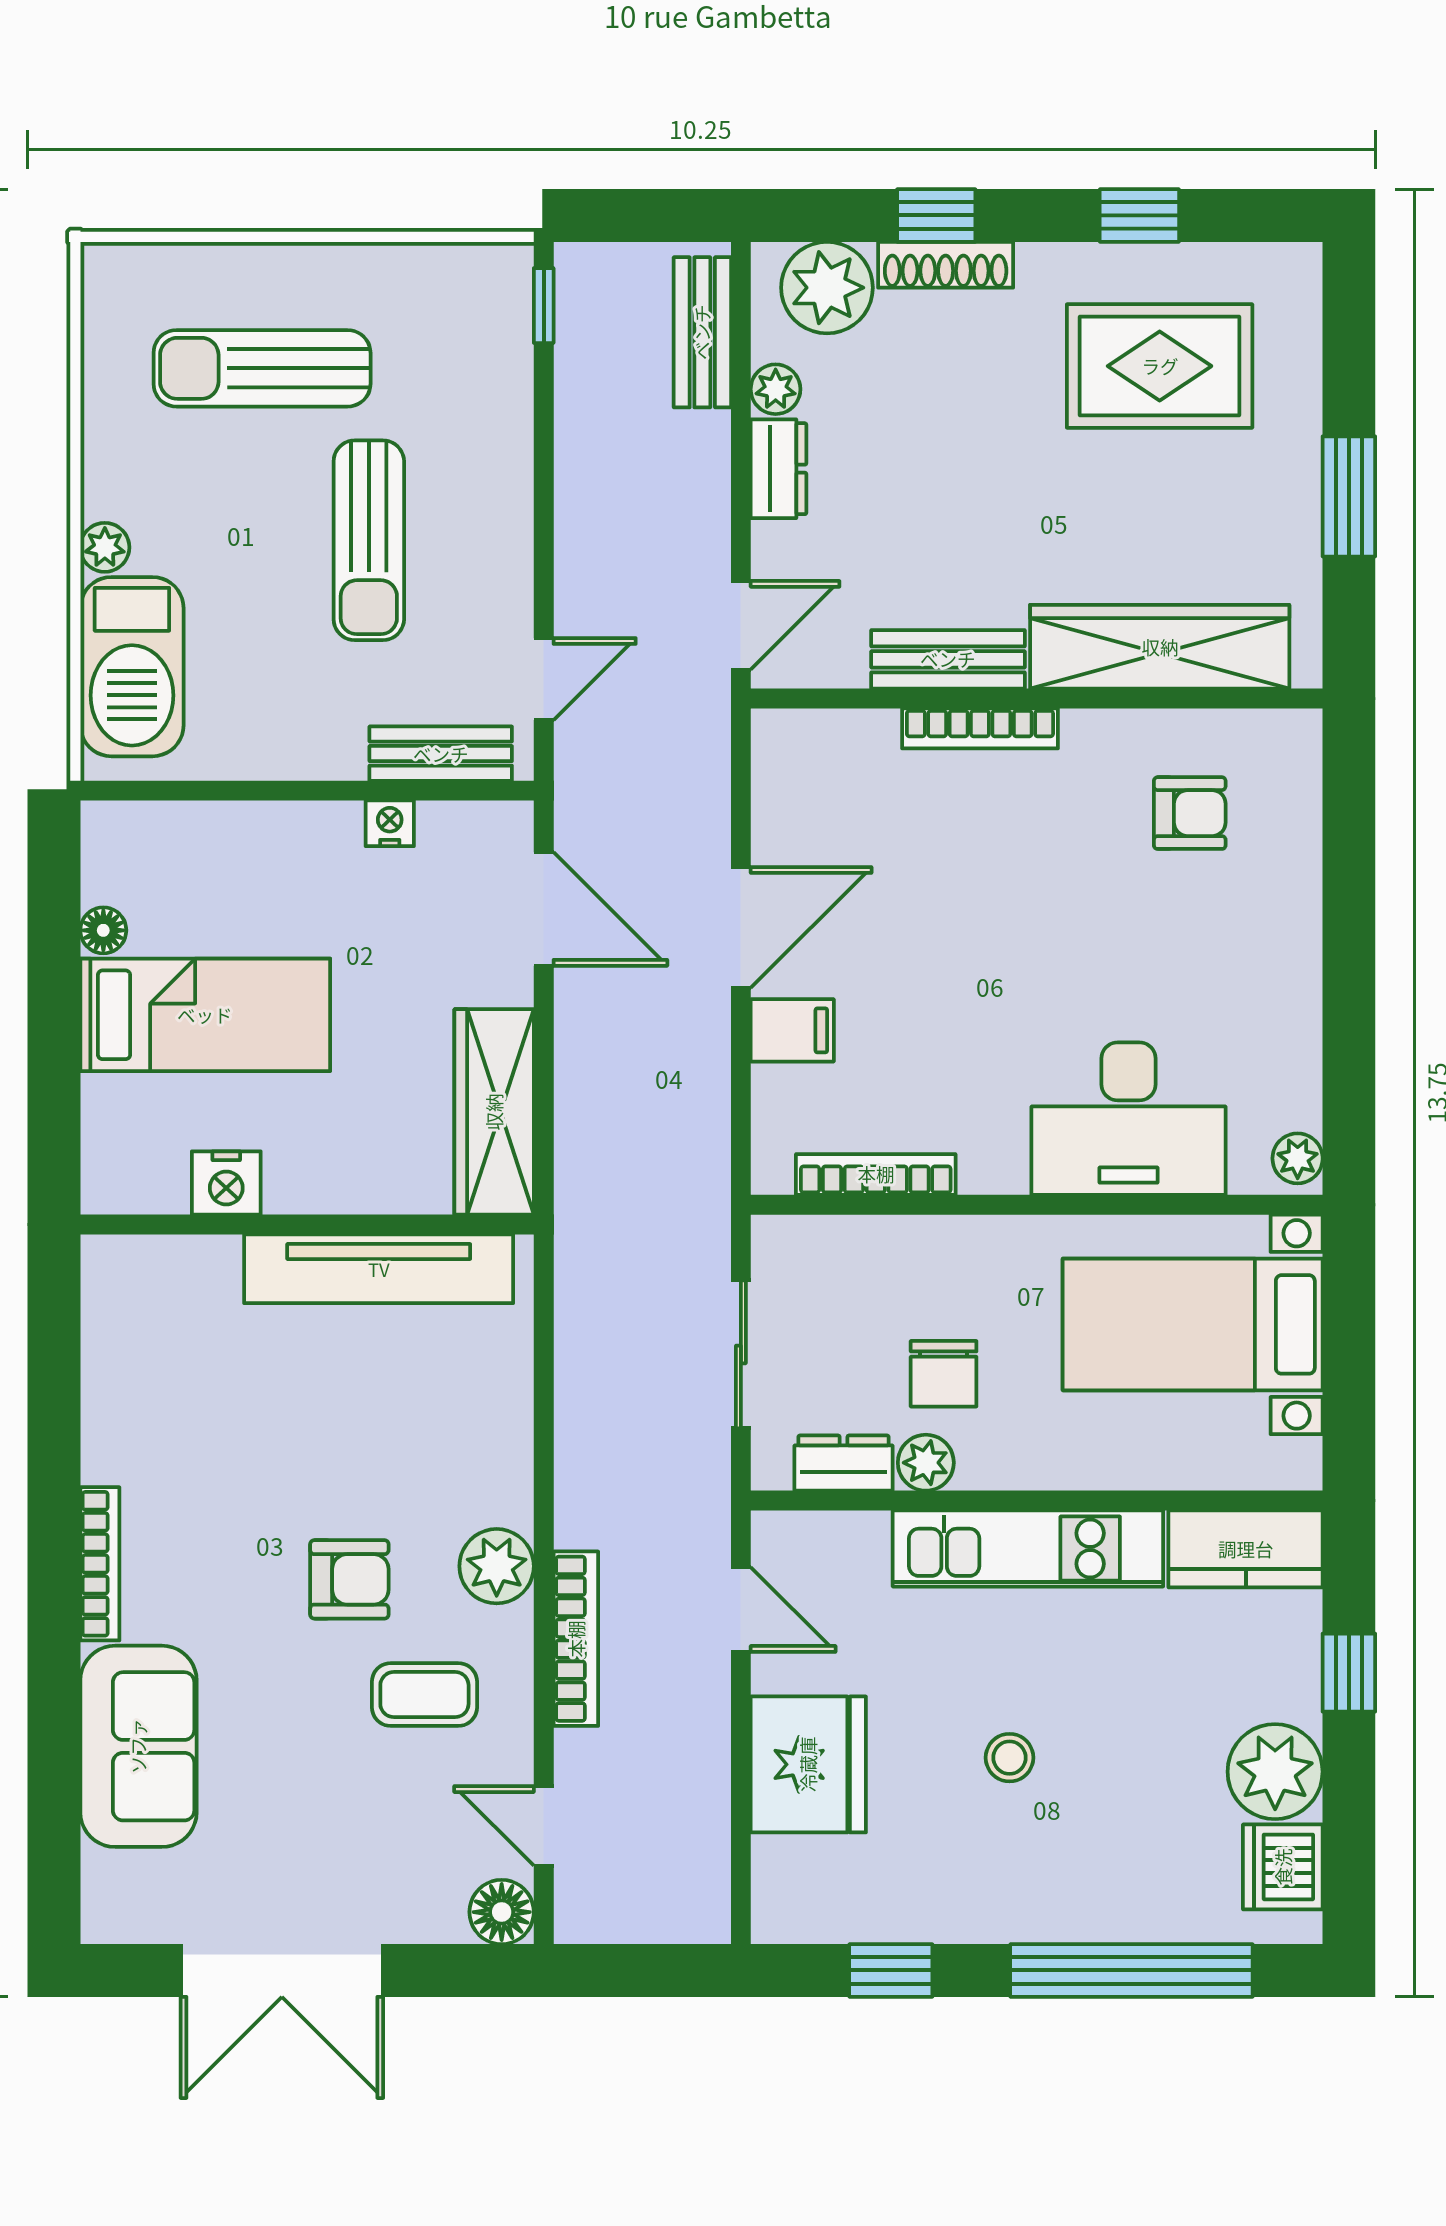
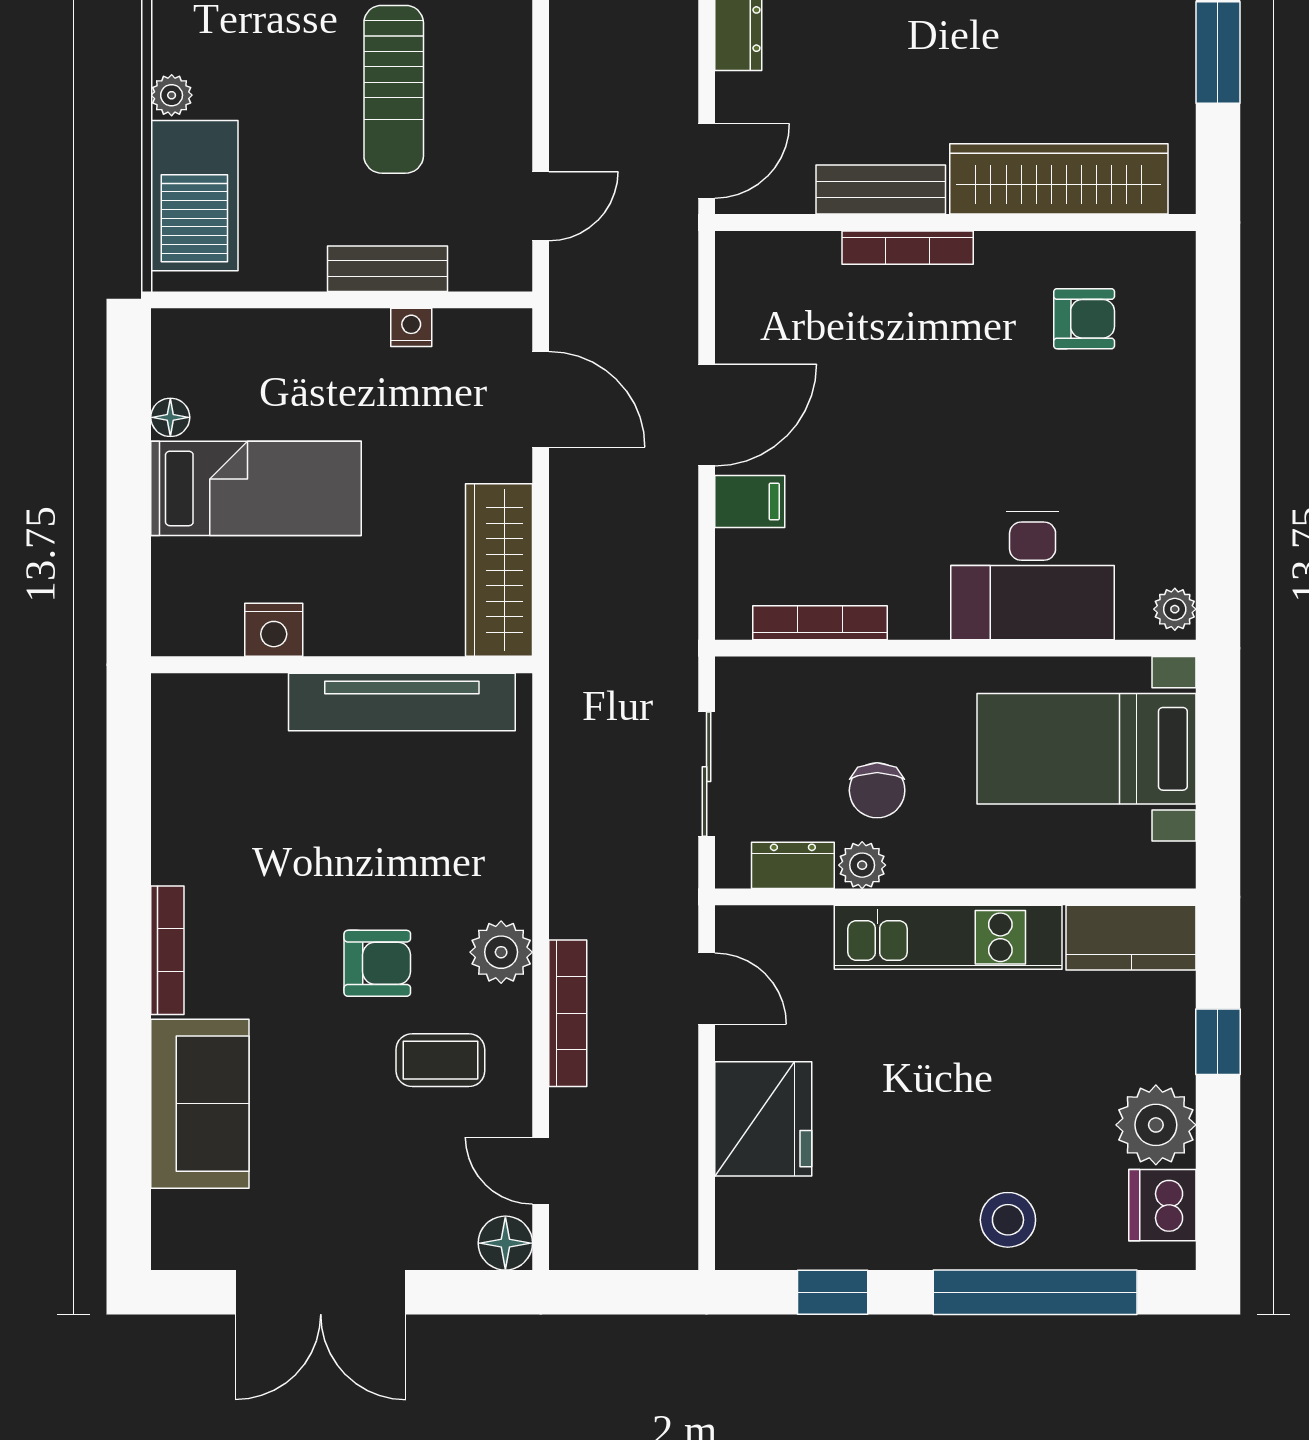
bench: (441, 754) -> (388, 269), moved
stool: (1010, 1758) -> (1008, 1220), moved, width x1.37, depth x1.37

